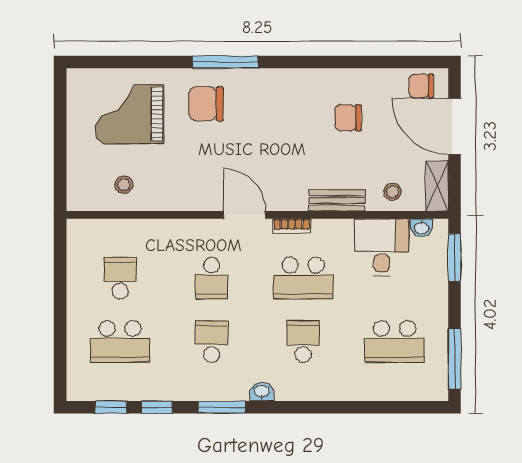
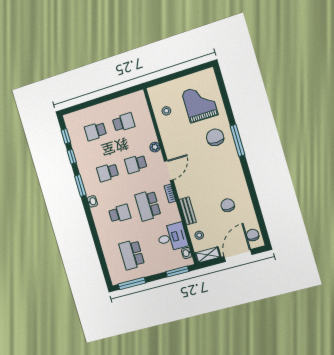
plant: (189, 229) -> (155, 147), added
school desk: (120, 342) -> (96, 131), width x0.54
school desk: (212, 342) -> (108, 172), turned 180

